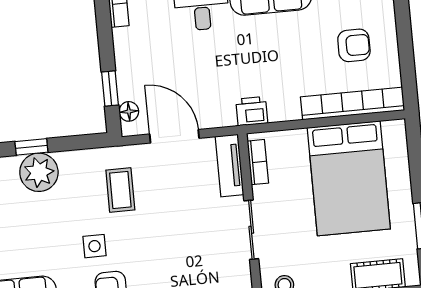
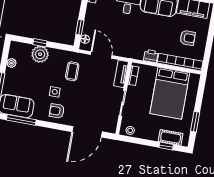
printer: (252, 111) -> (151, 56), moved

